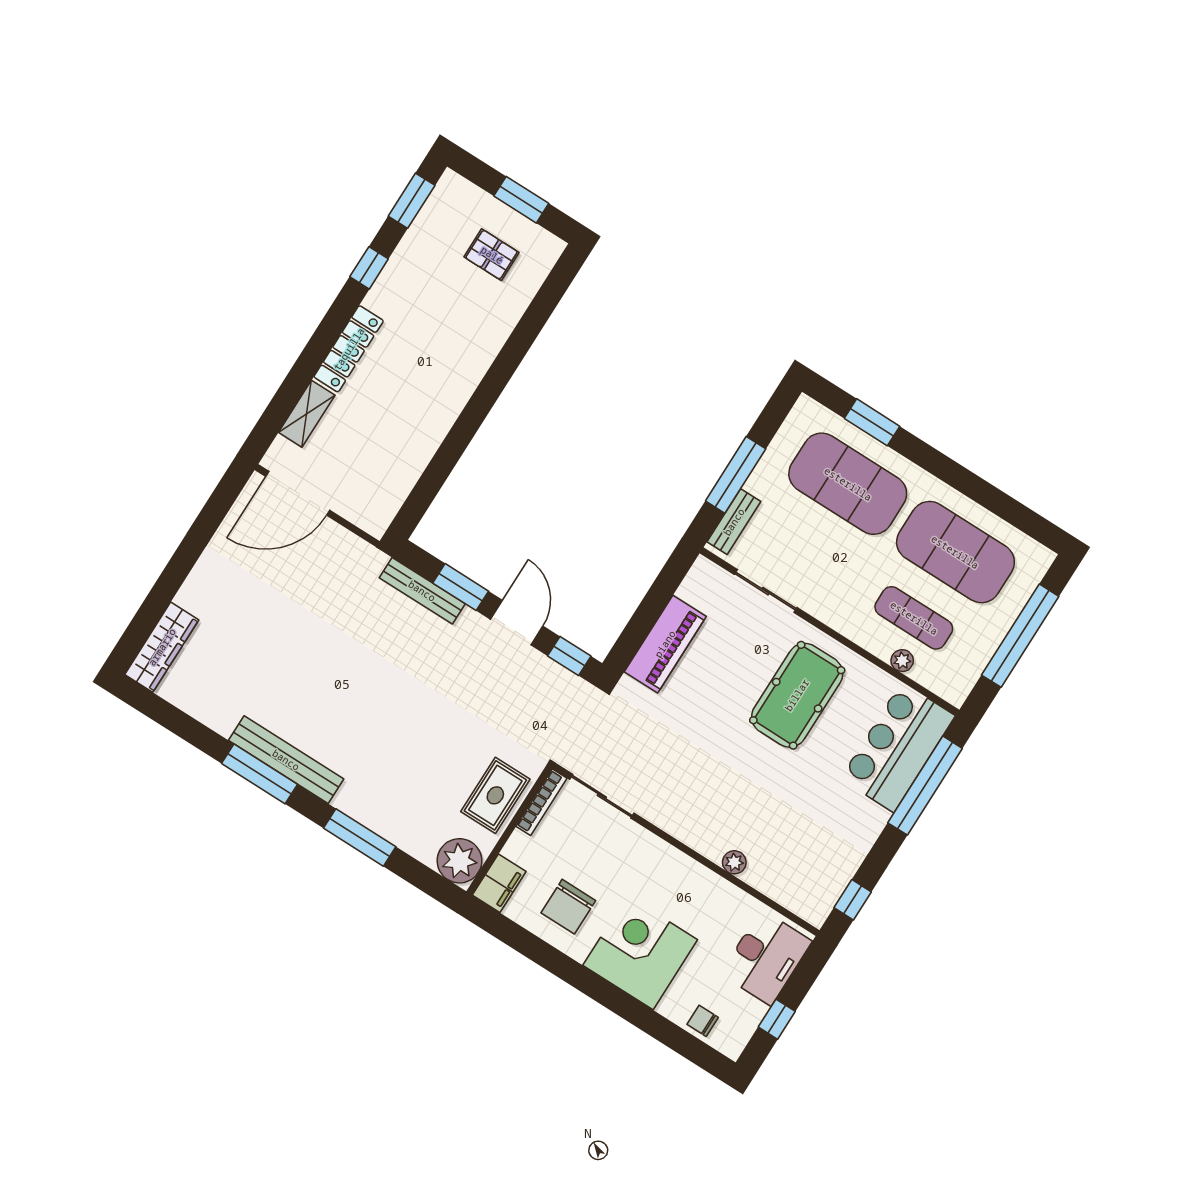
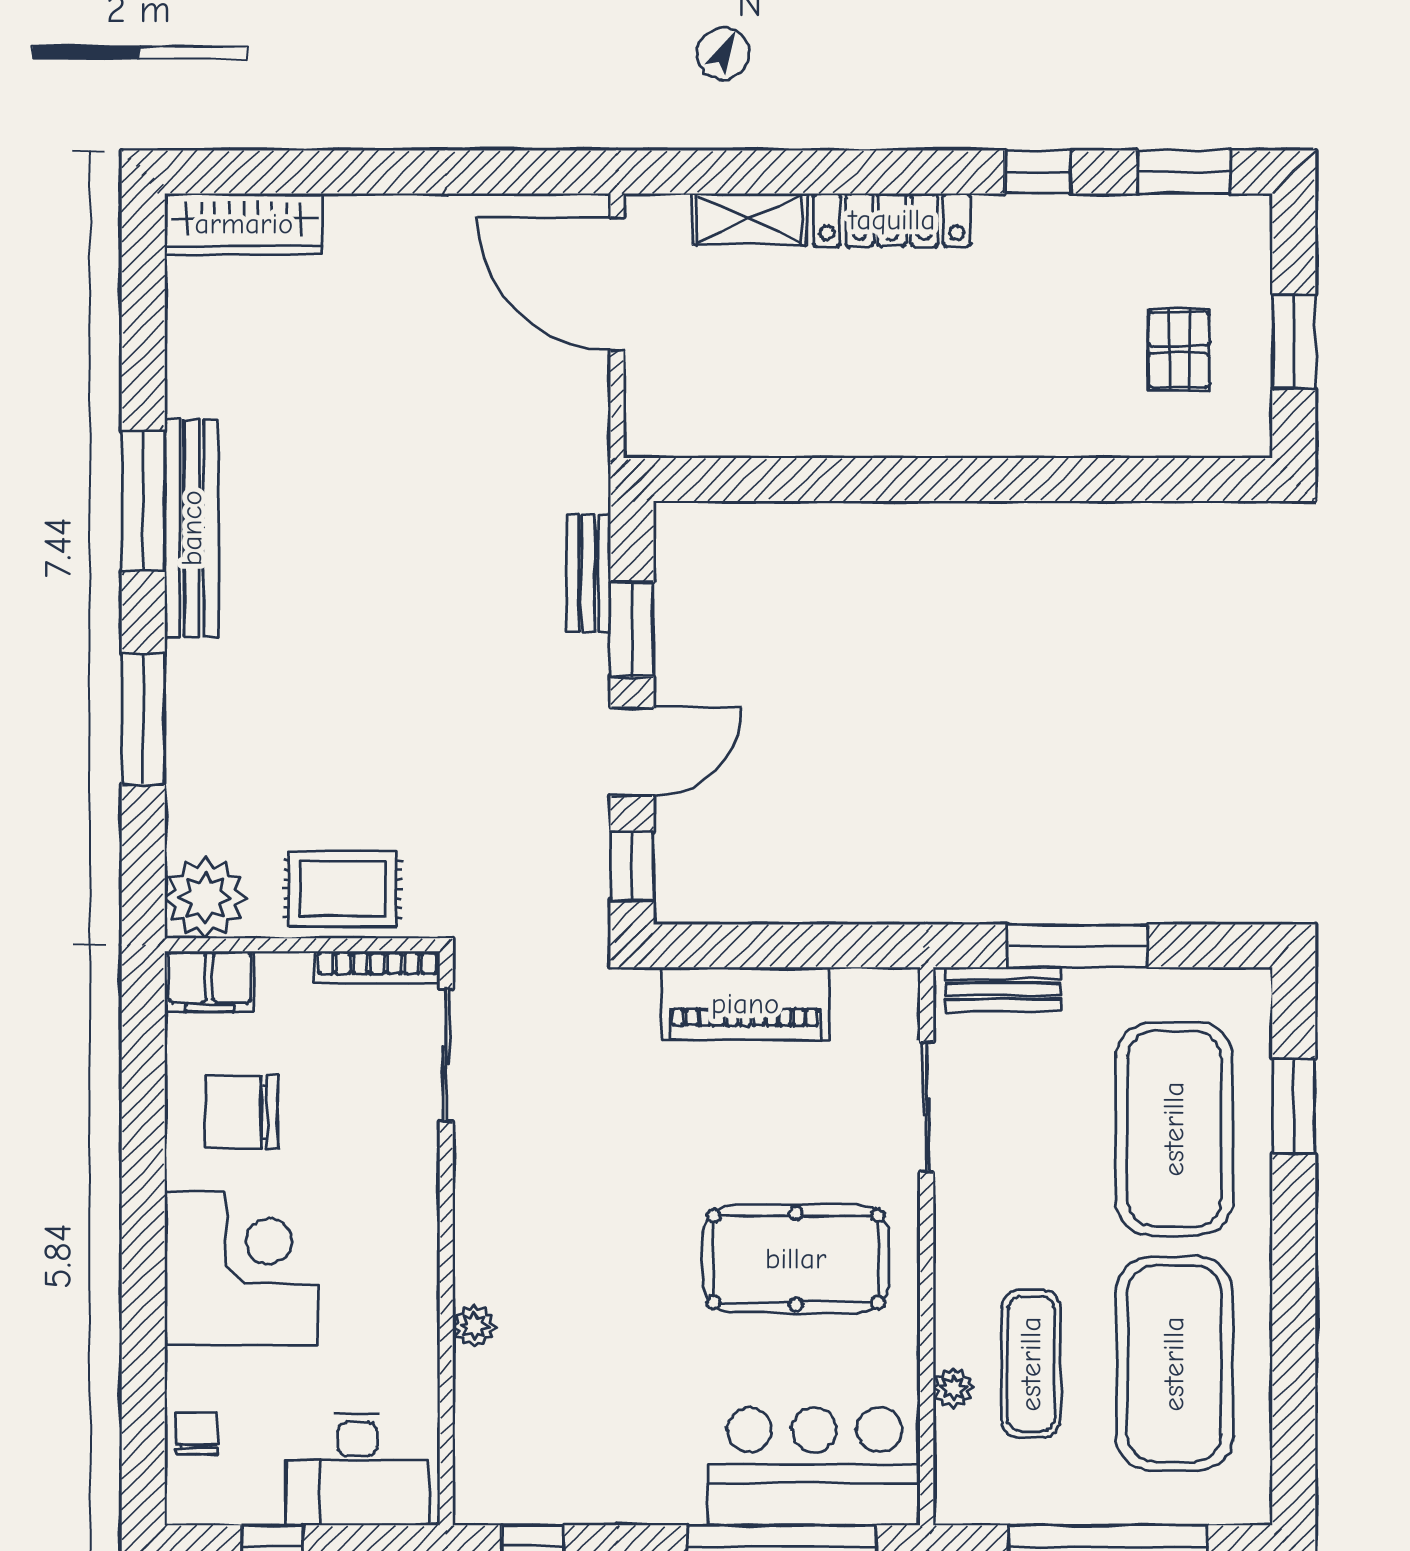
bench: (422, 591) -> (588, 573), width x0.73

